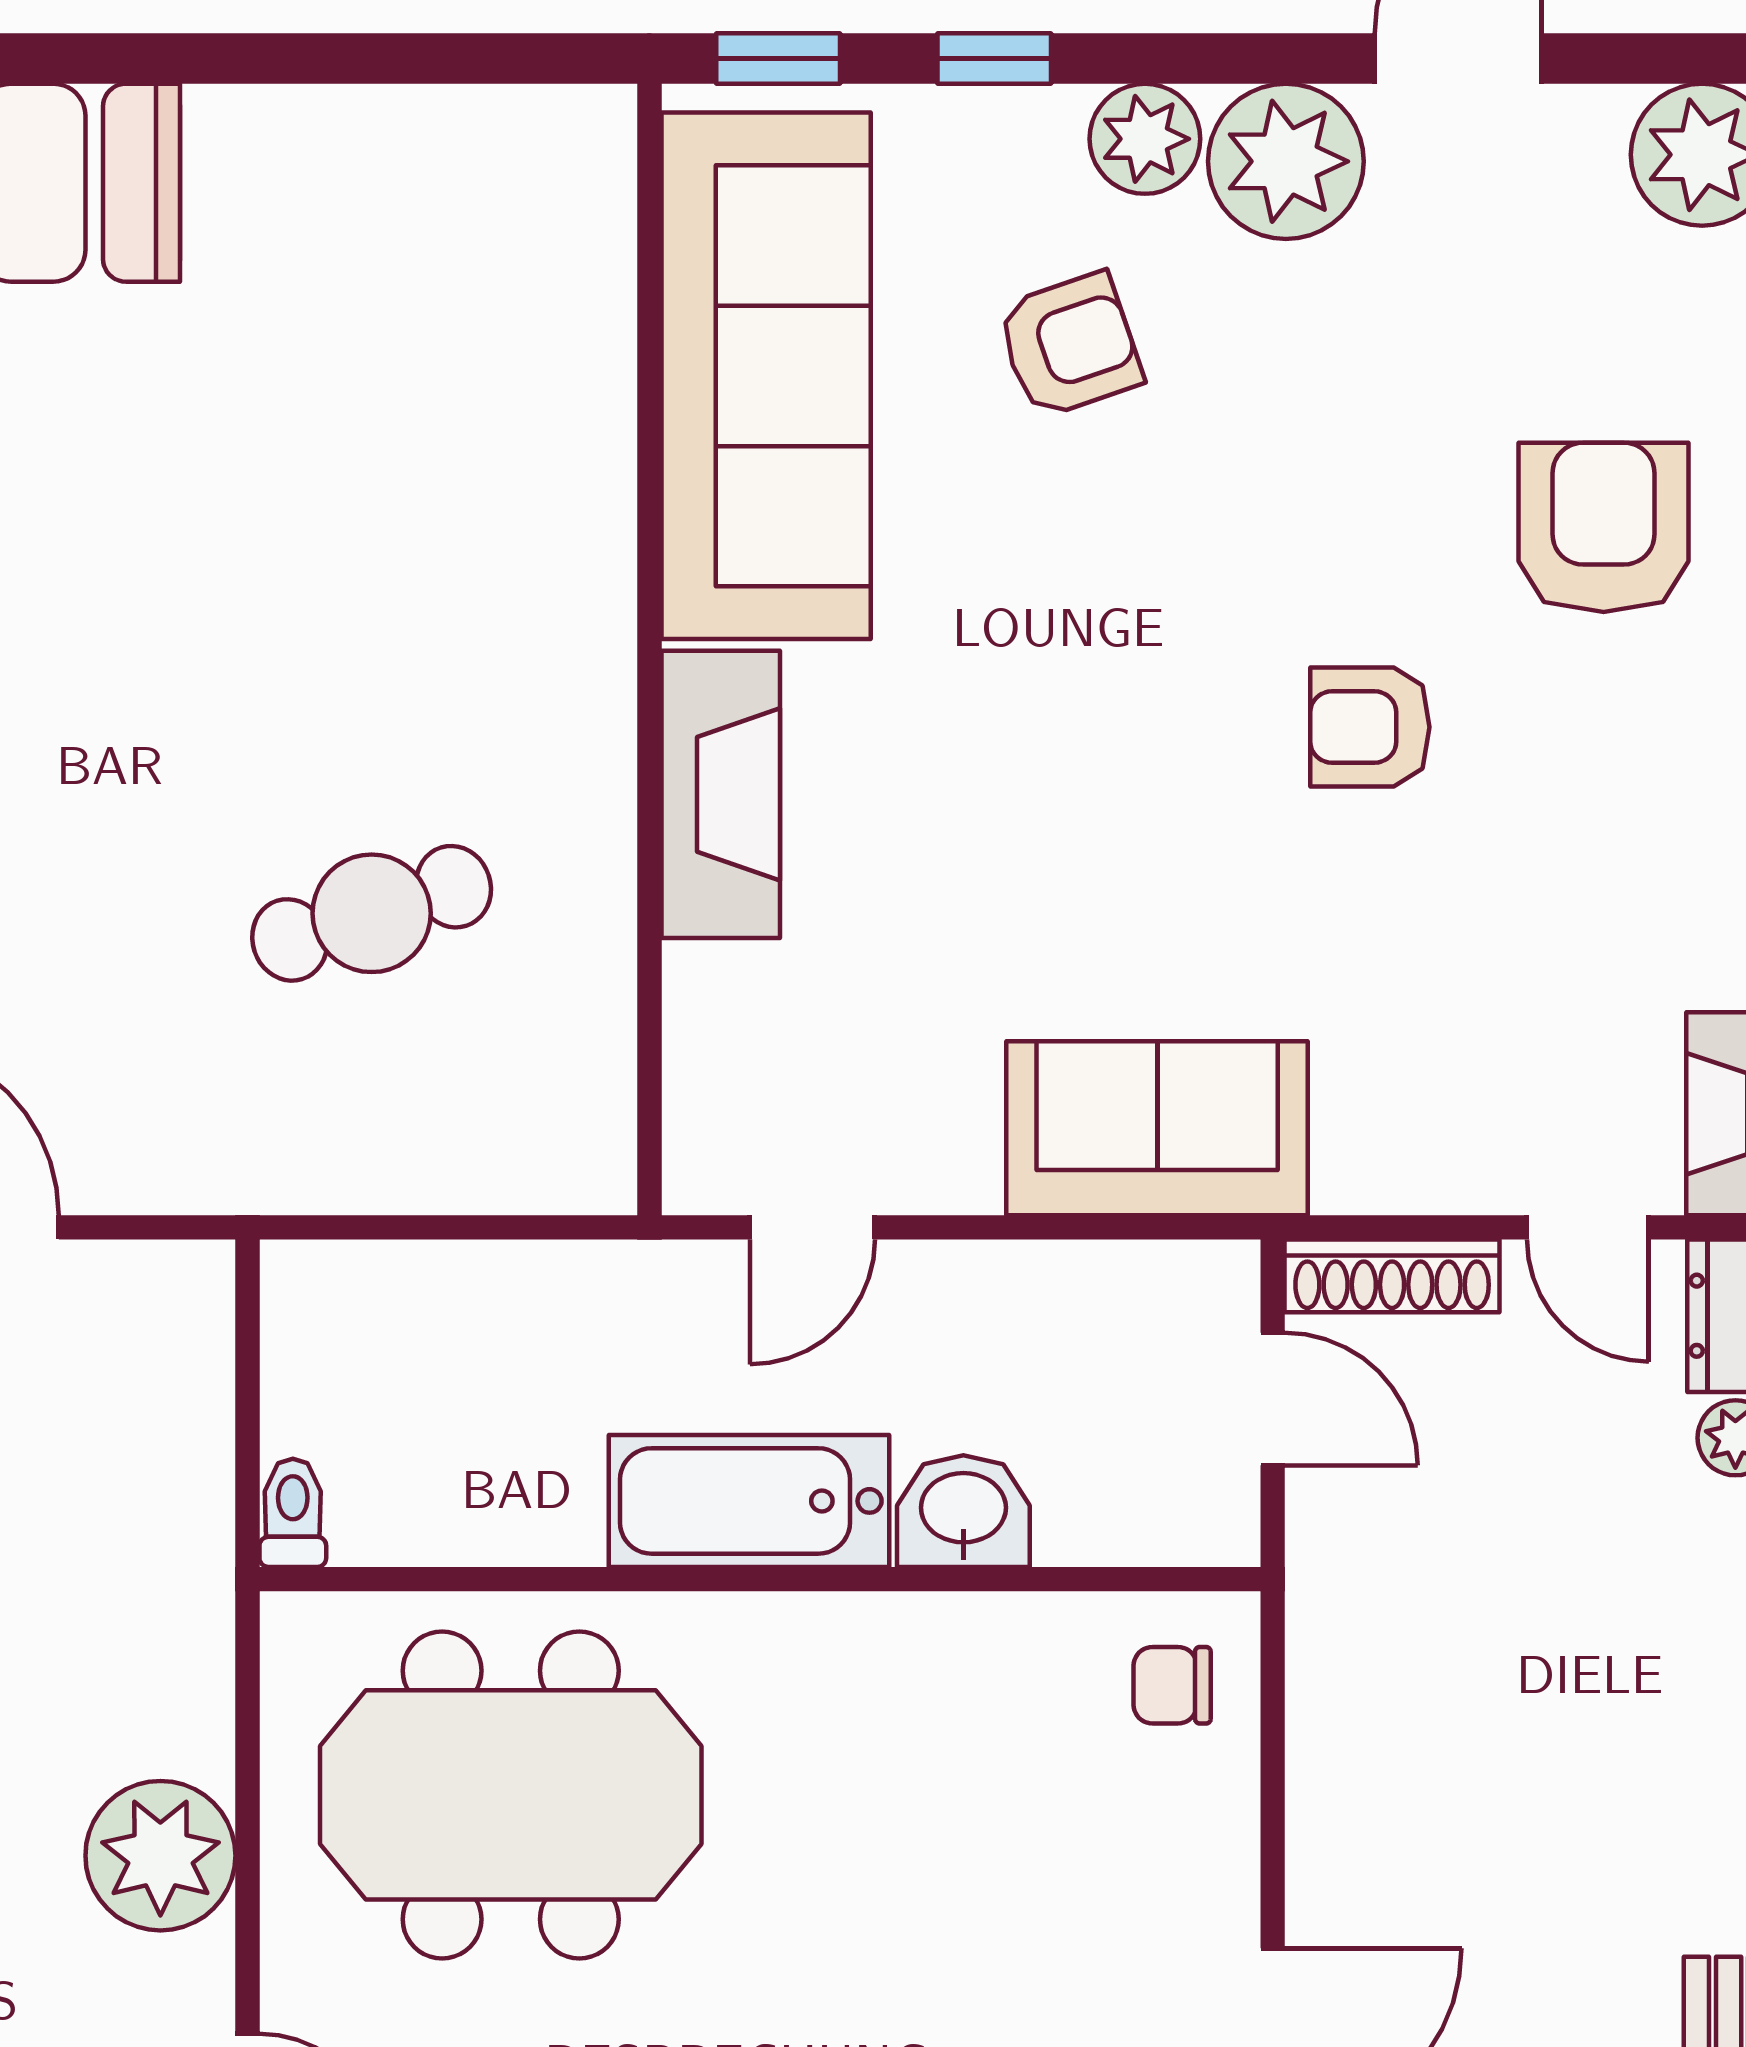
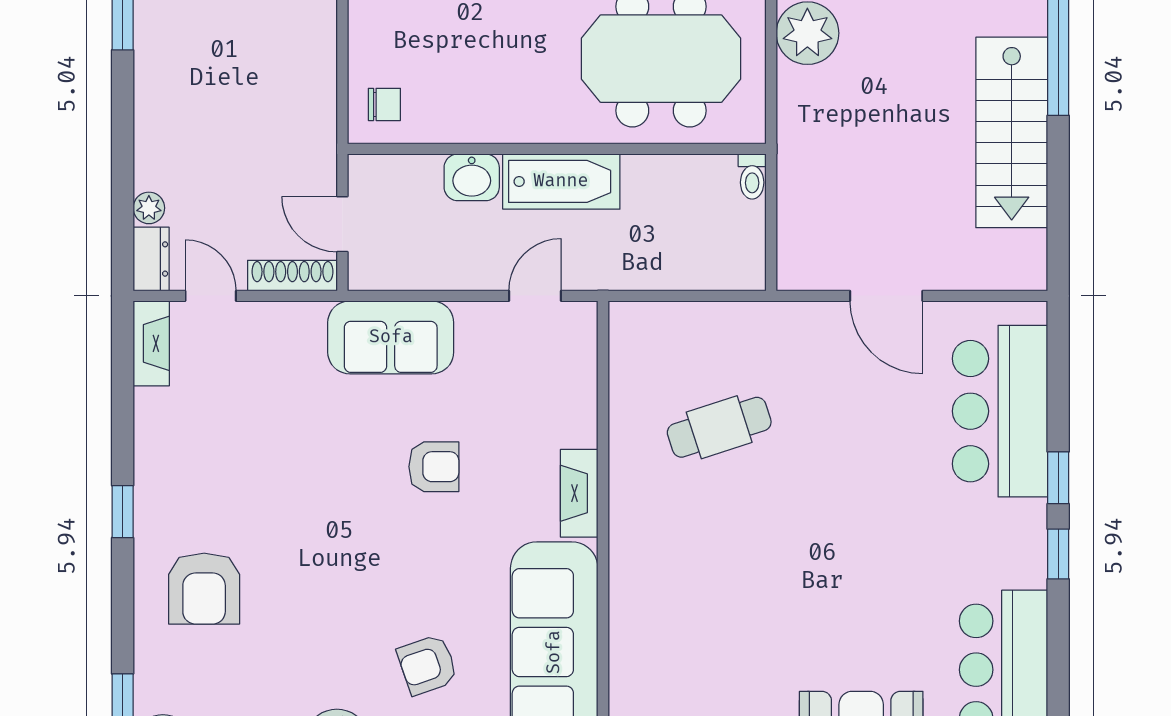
armchair: (1370, 727) -> (434, 467), moved
fireplace: (721, 794) -> (579, 493), width x0.73, depth x0.76

